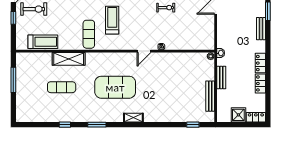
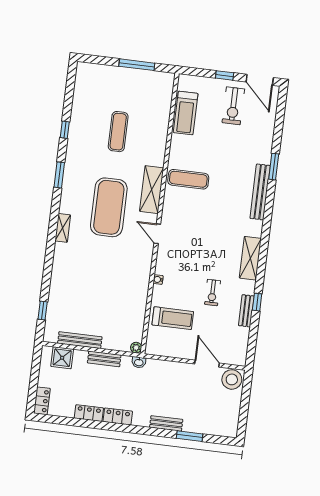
treadmill: (112, 20) -> (173, 318), moved
door: (144, 51) -> (157, 234), moved
shelving: (69, 59) -> (152, 190), moved
shower: (238, 115) -> (62, 358), moved

